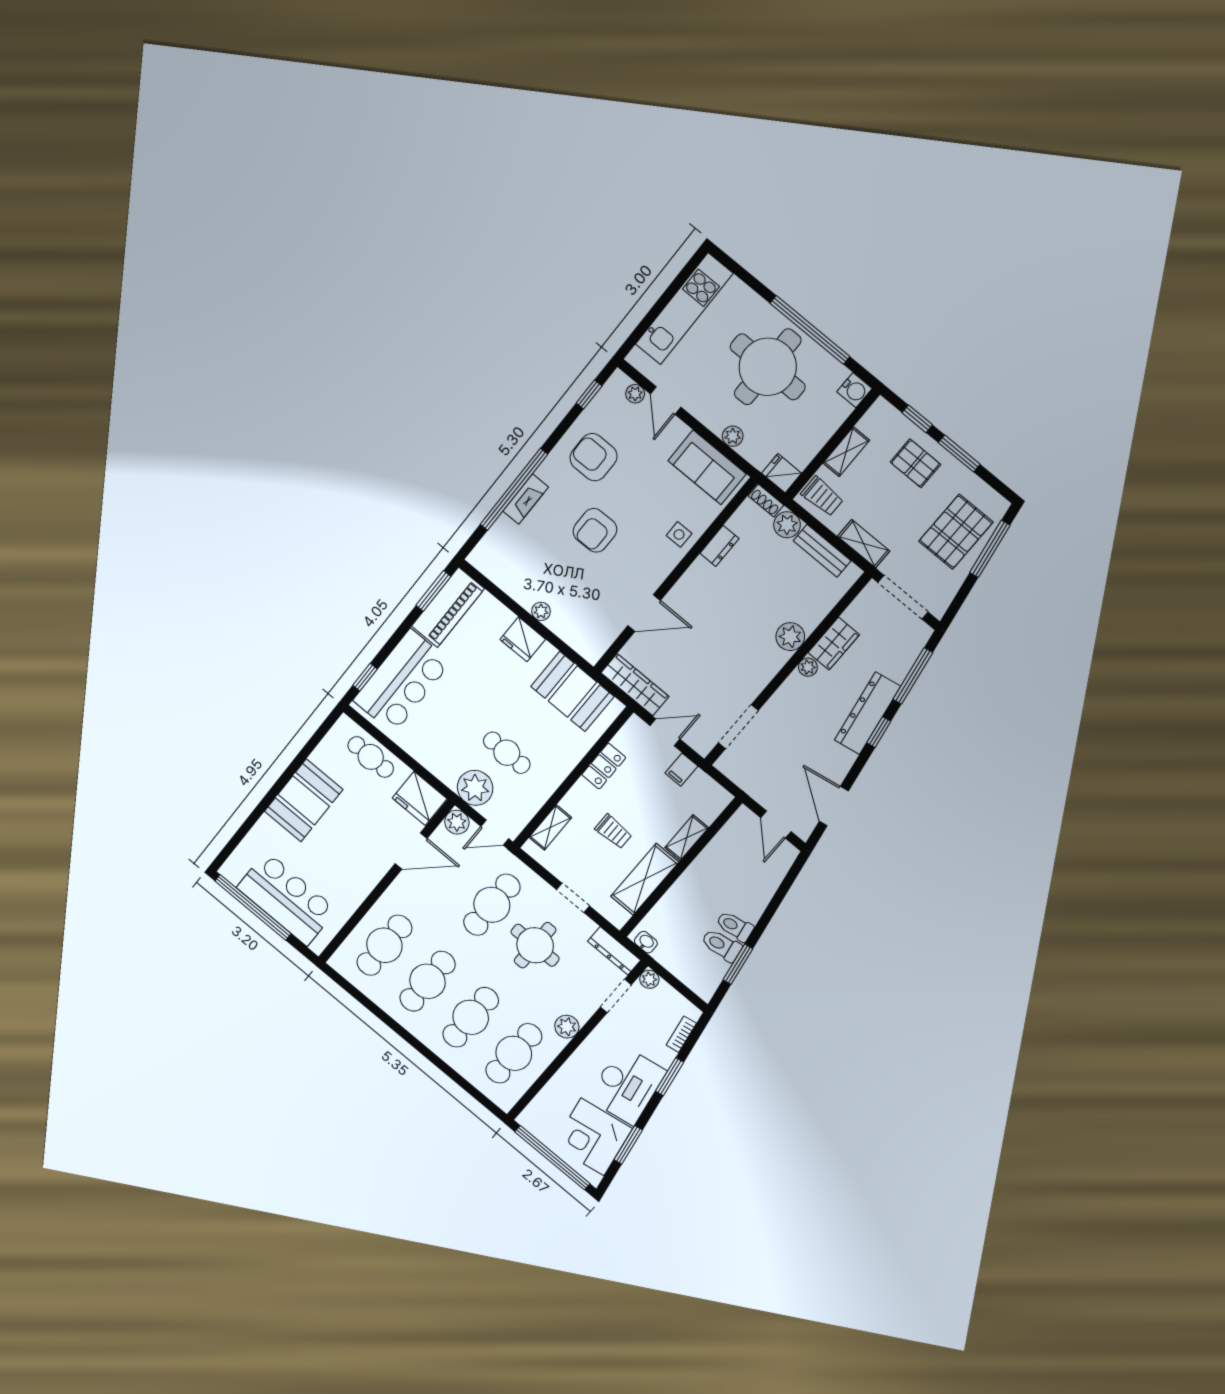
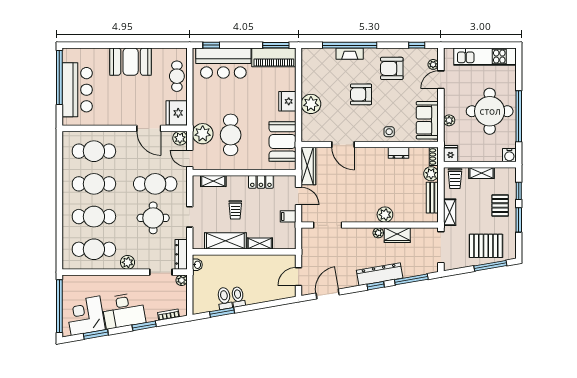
armchair: (593, 457) -> (392, 68), turned -90
plant: (541, 611) -> (311, 104), width x1.88, depth x1.88
cafe table: (507, 753) -> (231, 135), width x1.37, depth x1.35

